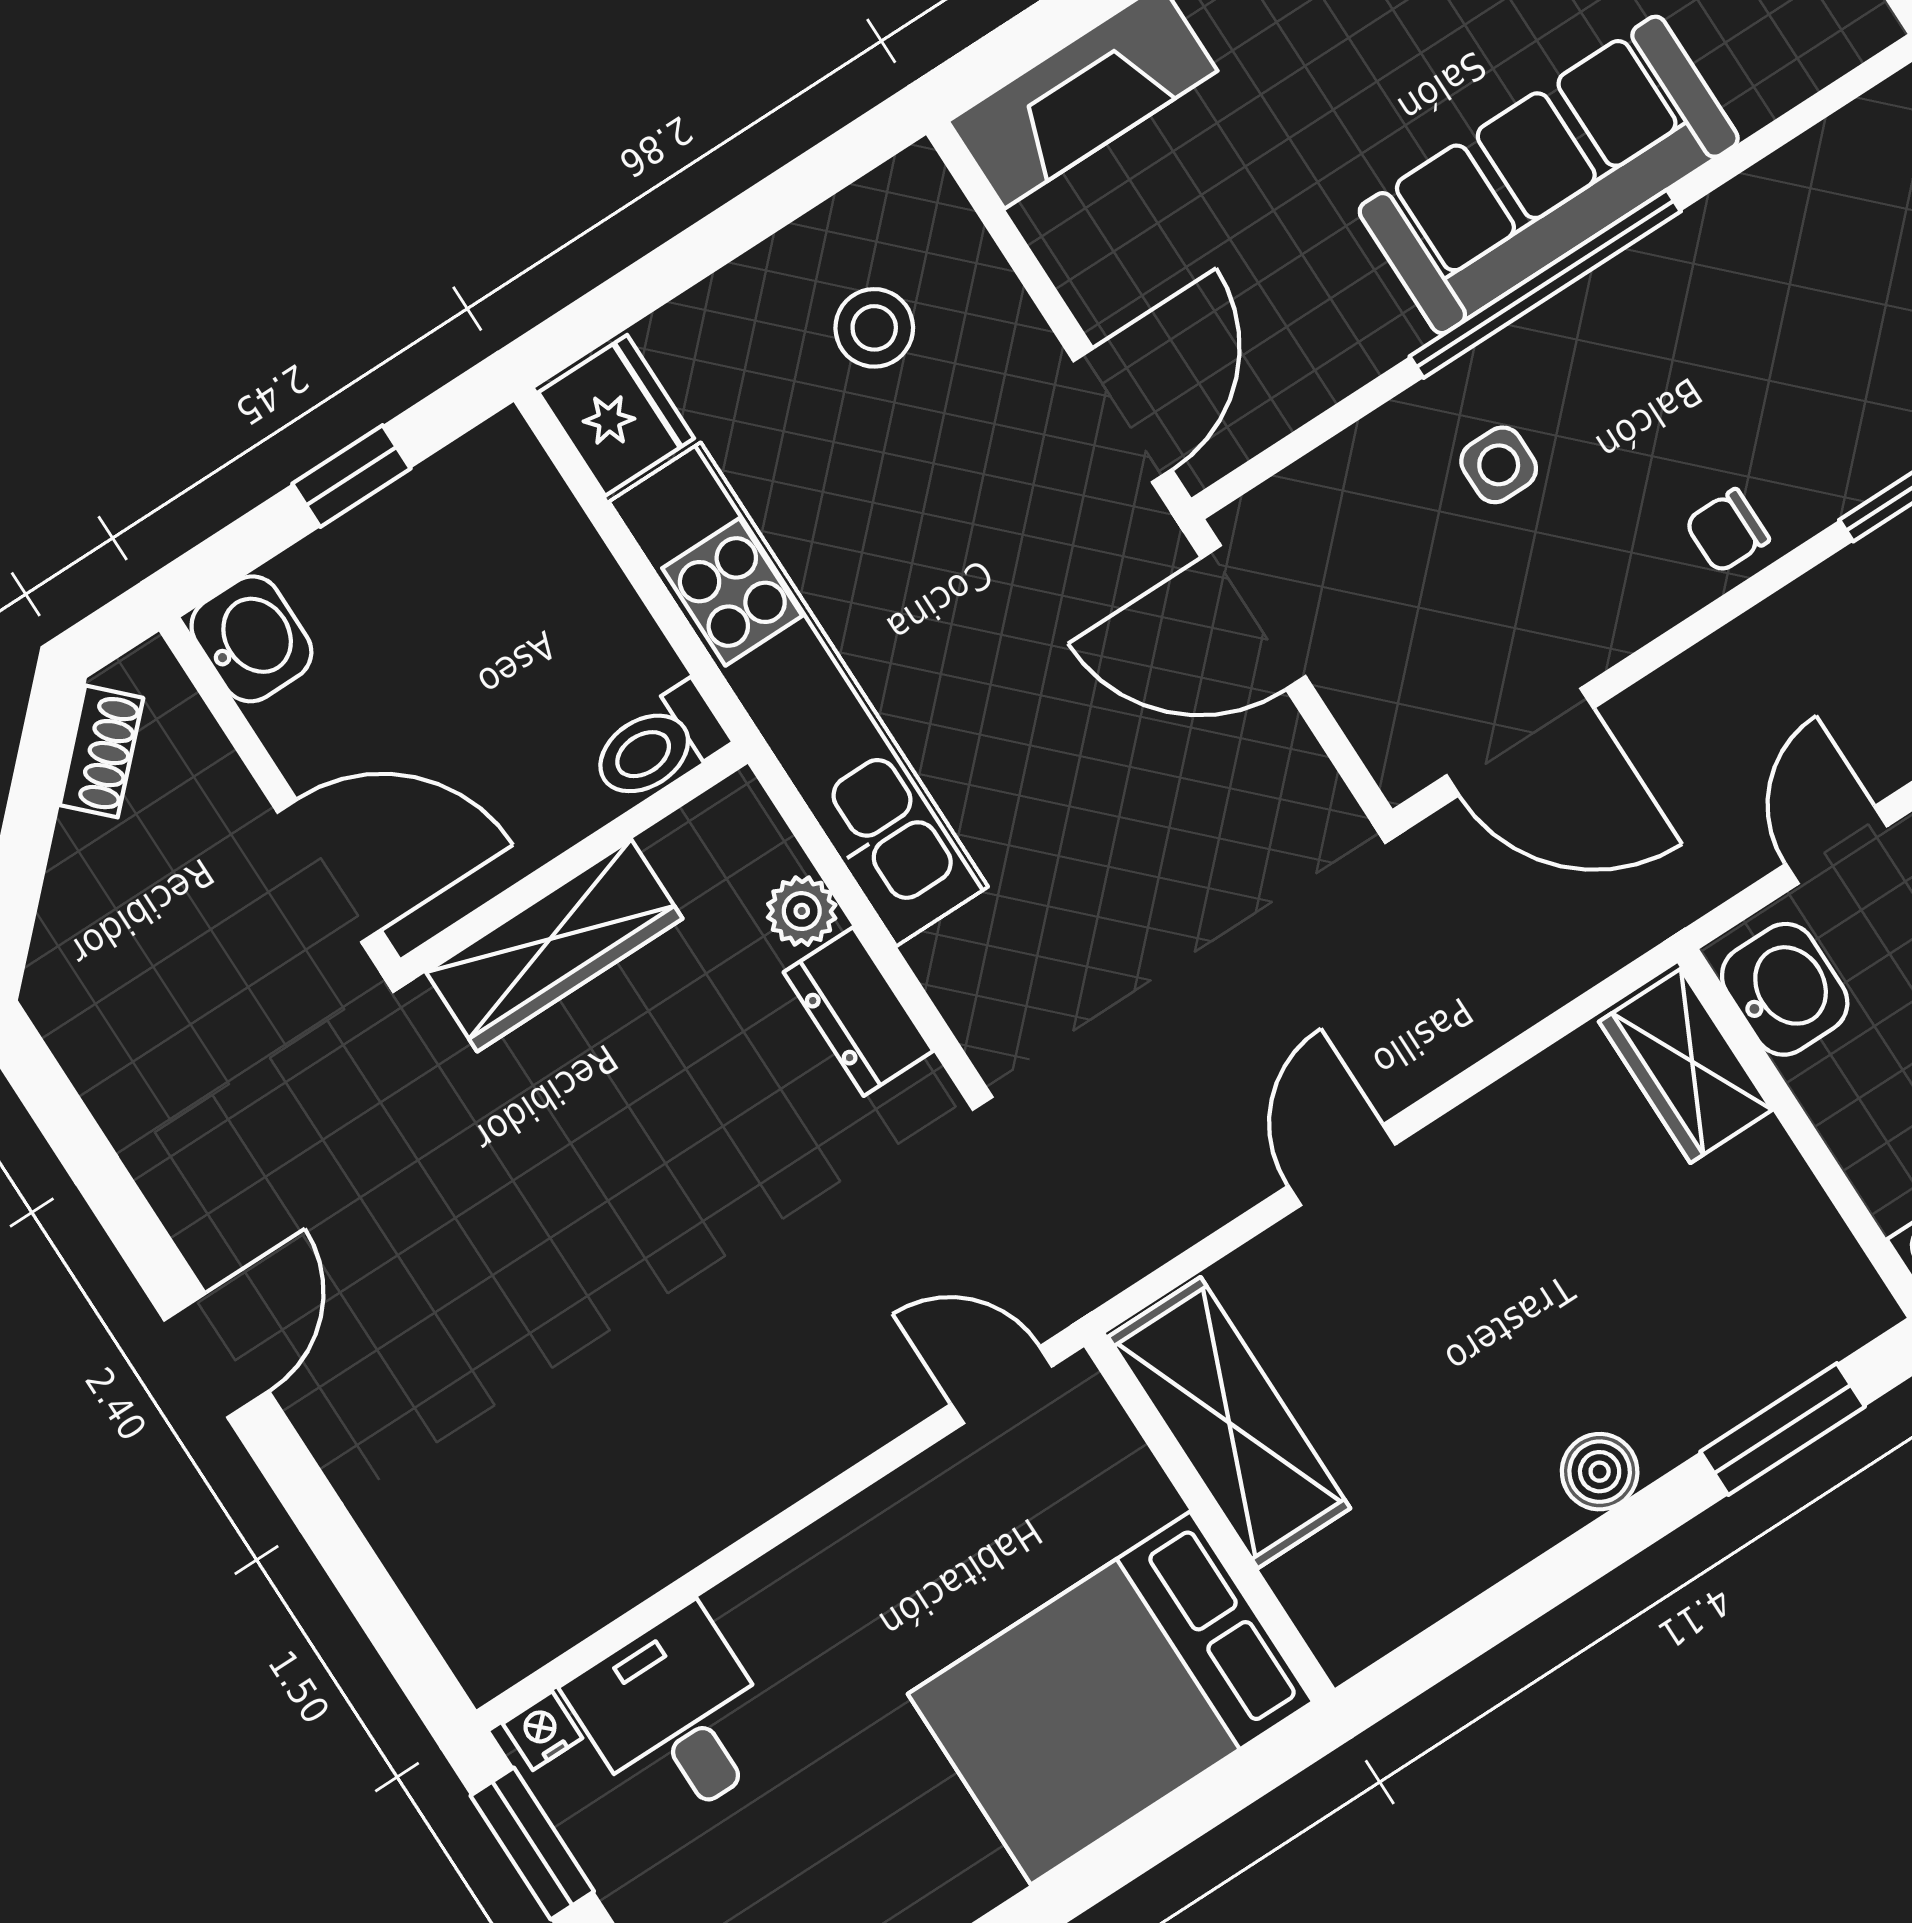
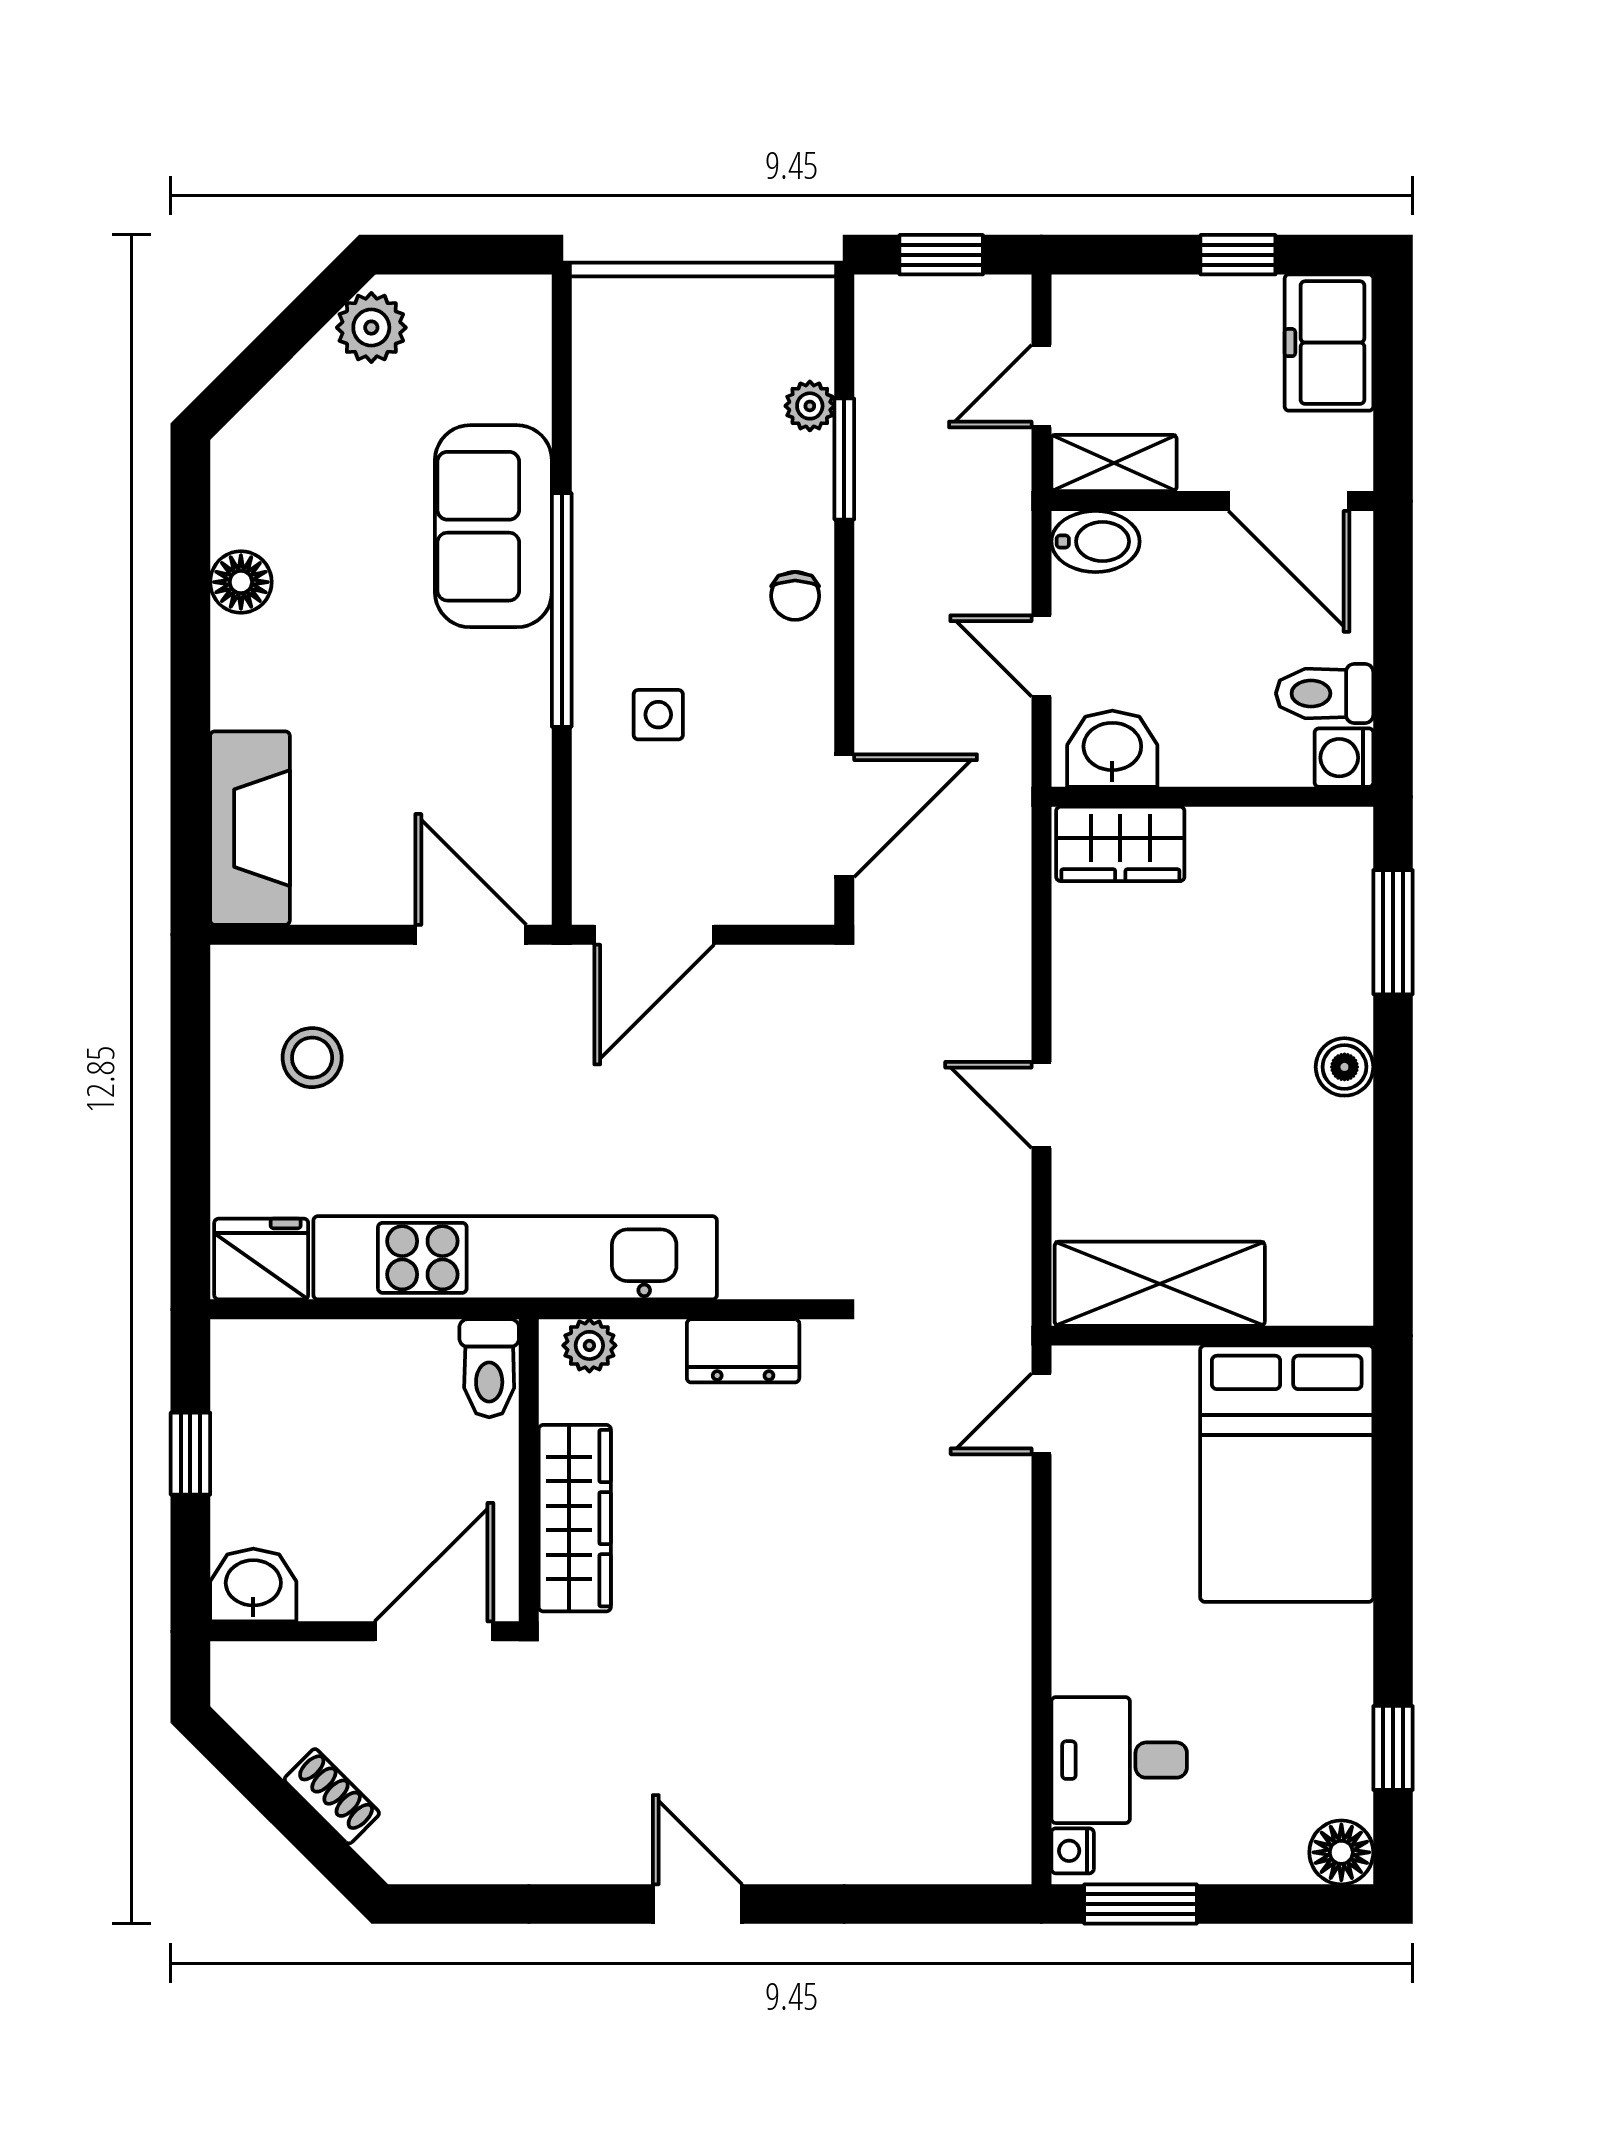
sofa: (1549, 175) -> (493, 526), width x0.73
shoe rack: (101, 751) -> (332, 1796), moved
plant: (802, 911) -> (589, 1345), moved

